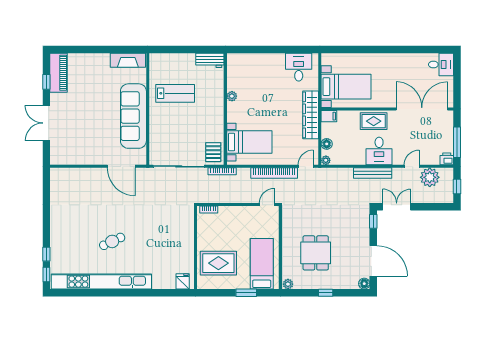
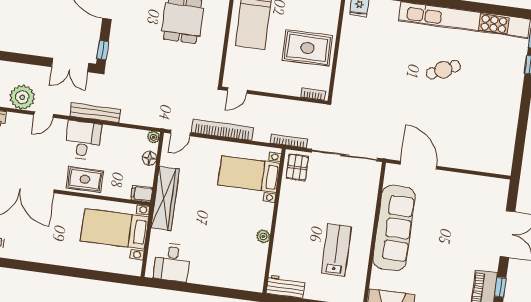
lab bench: (175, 93) -> (336, 250), turned 90
rug: (218, 263) -> (307, 48), moved

